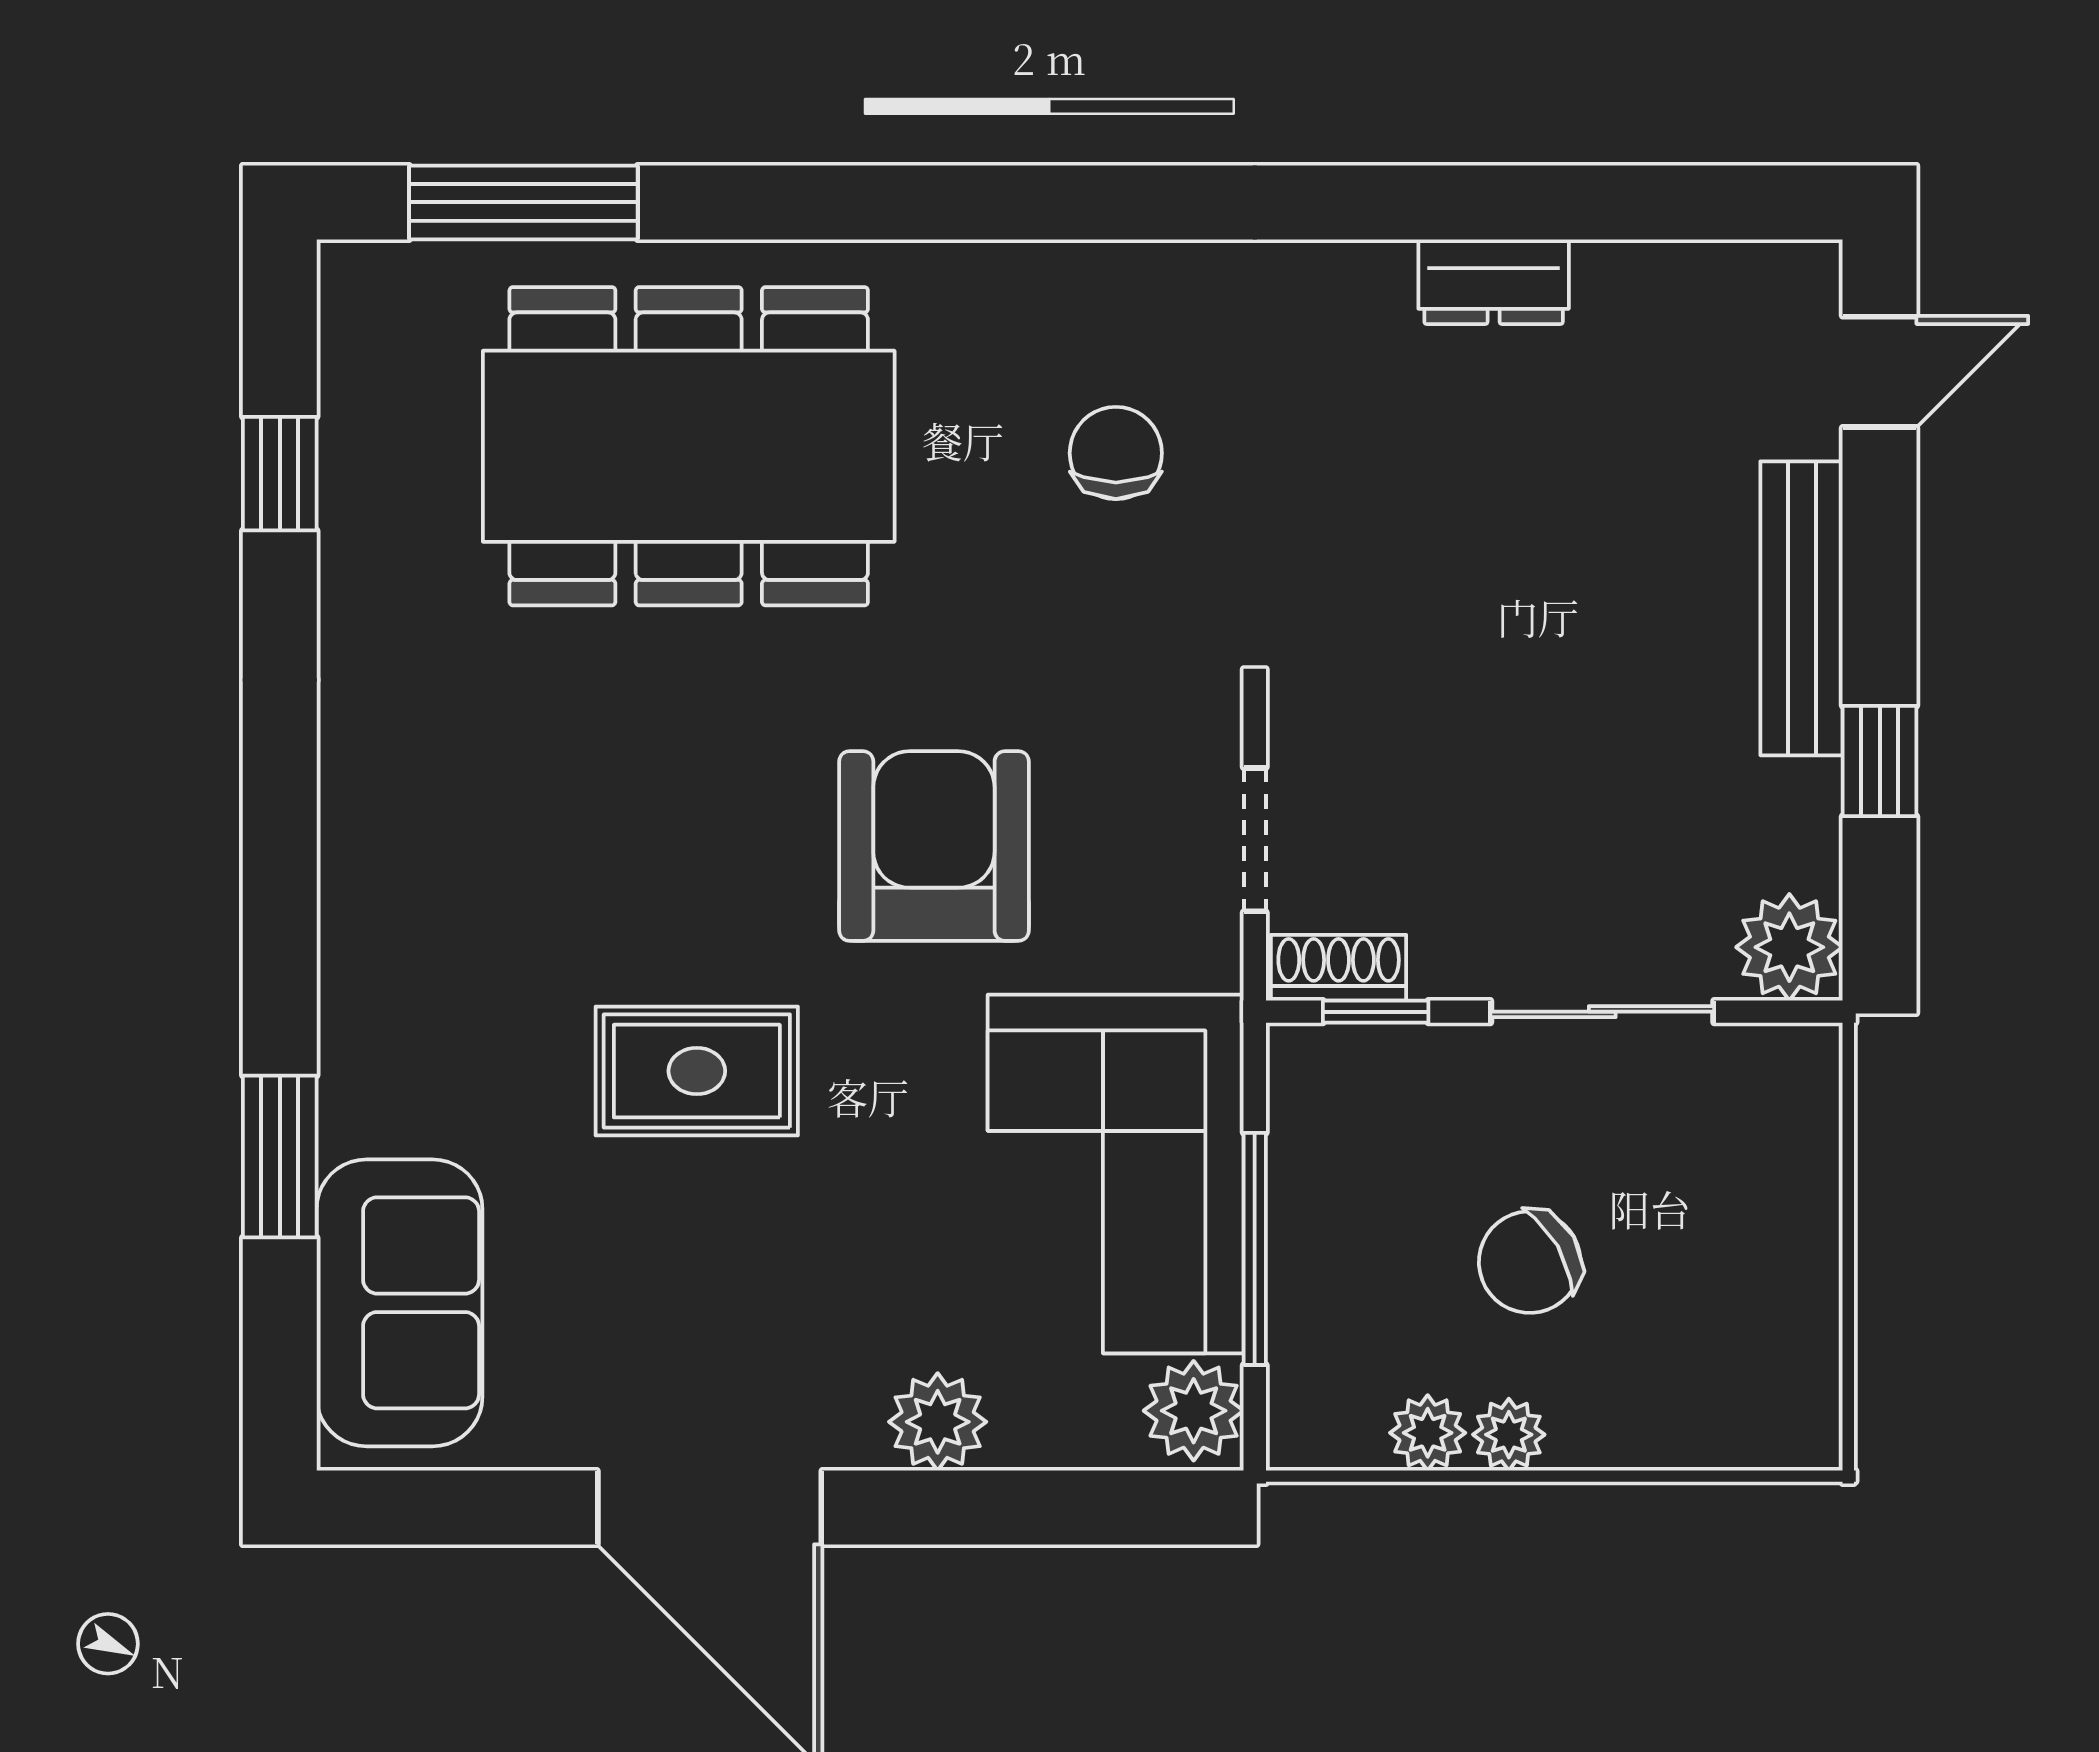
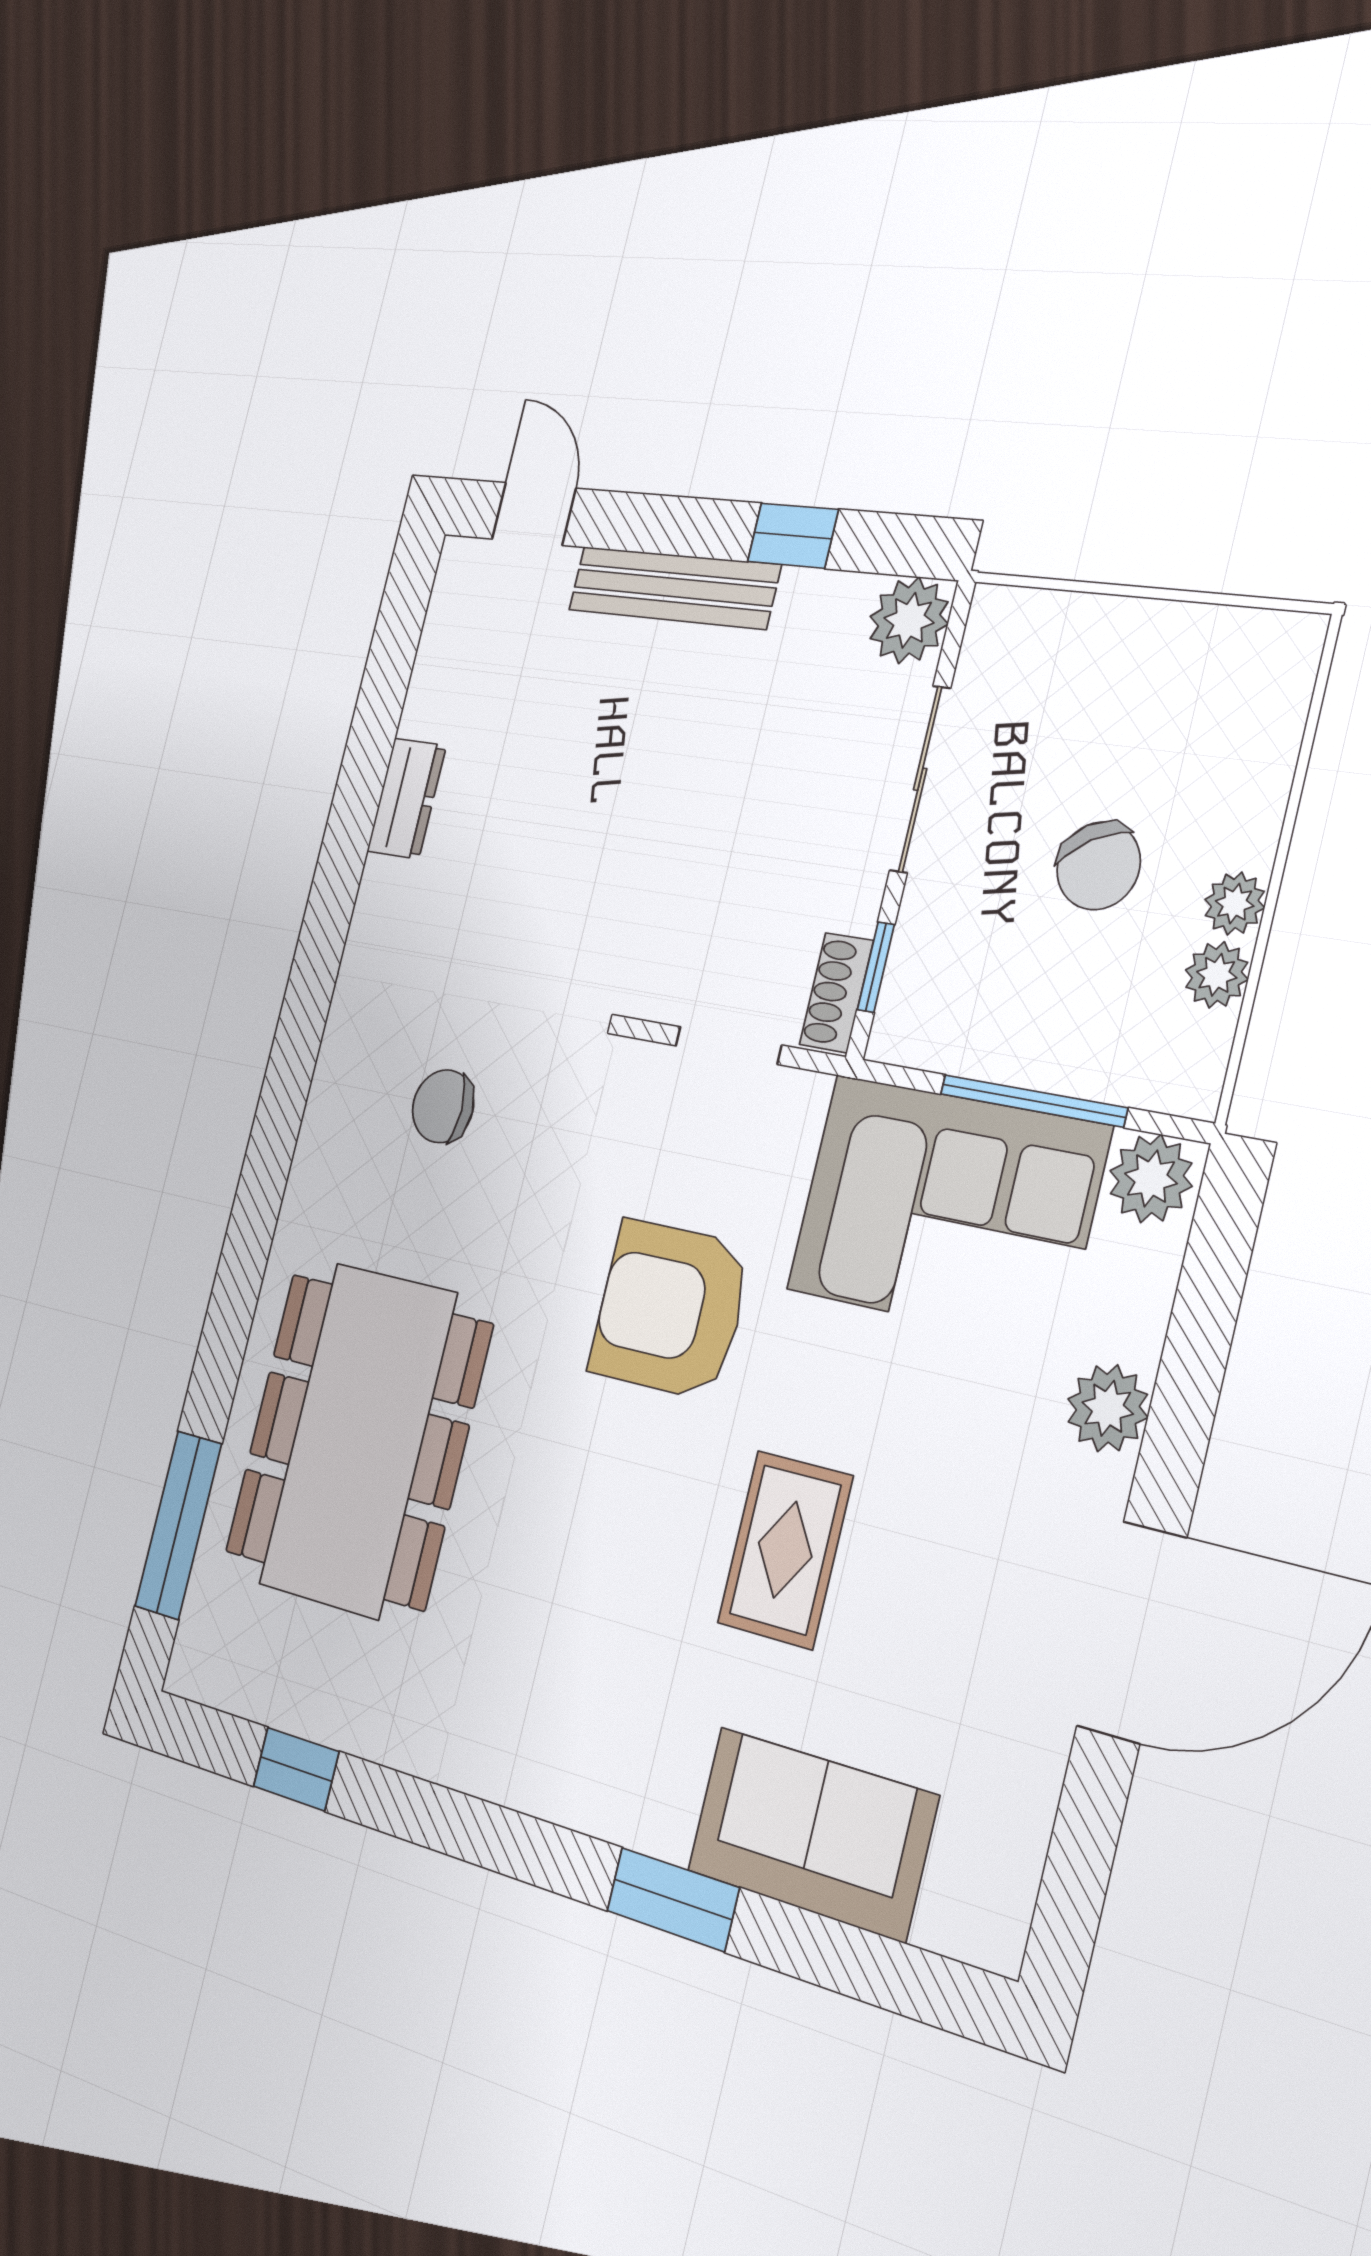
window: (280, 1157) -> (673, 1899), moved
sofa: (400, 1303) -> (812, 1833), moved

